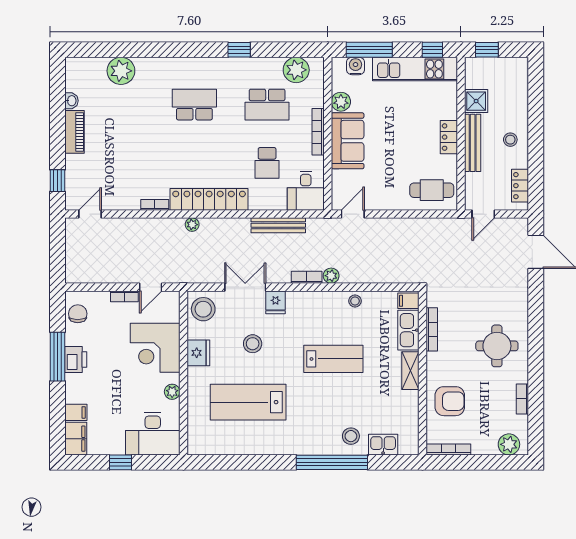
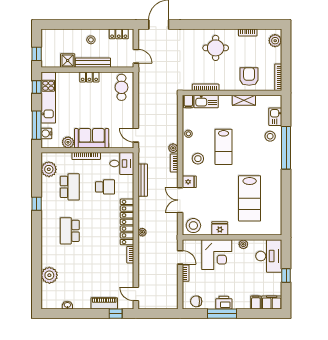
piano: (74, 132) -> (104, 303), moved
stool: (253, 344) -> (198, 159), moved
lab bench: (333, 359) -> (224, 147), turned 180
shelving: (410, 371) -> (244, 100), moved

